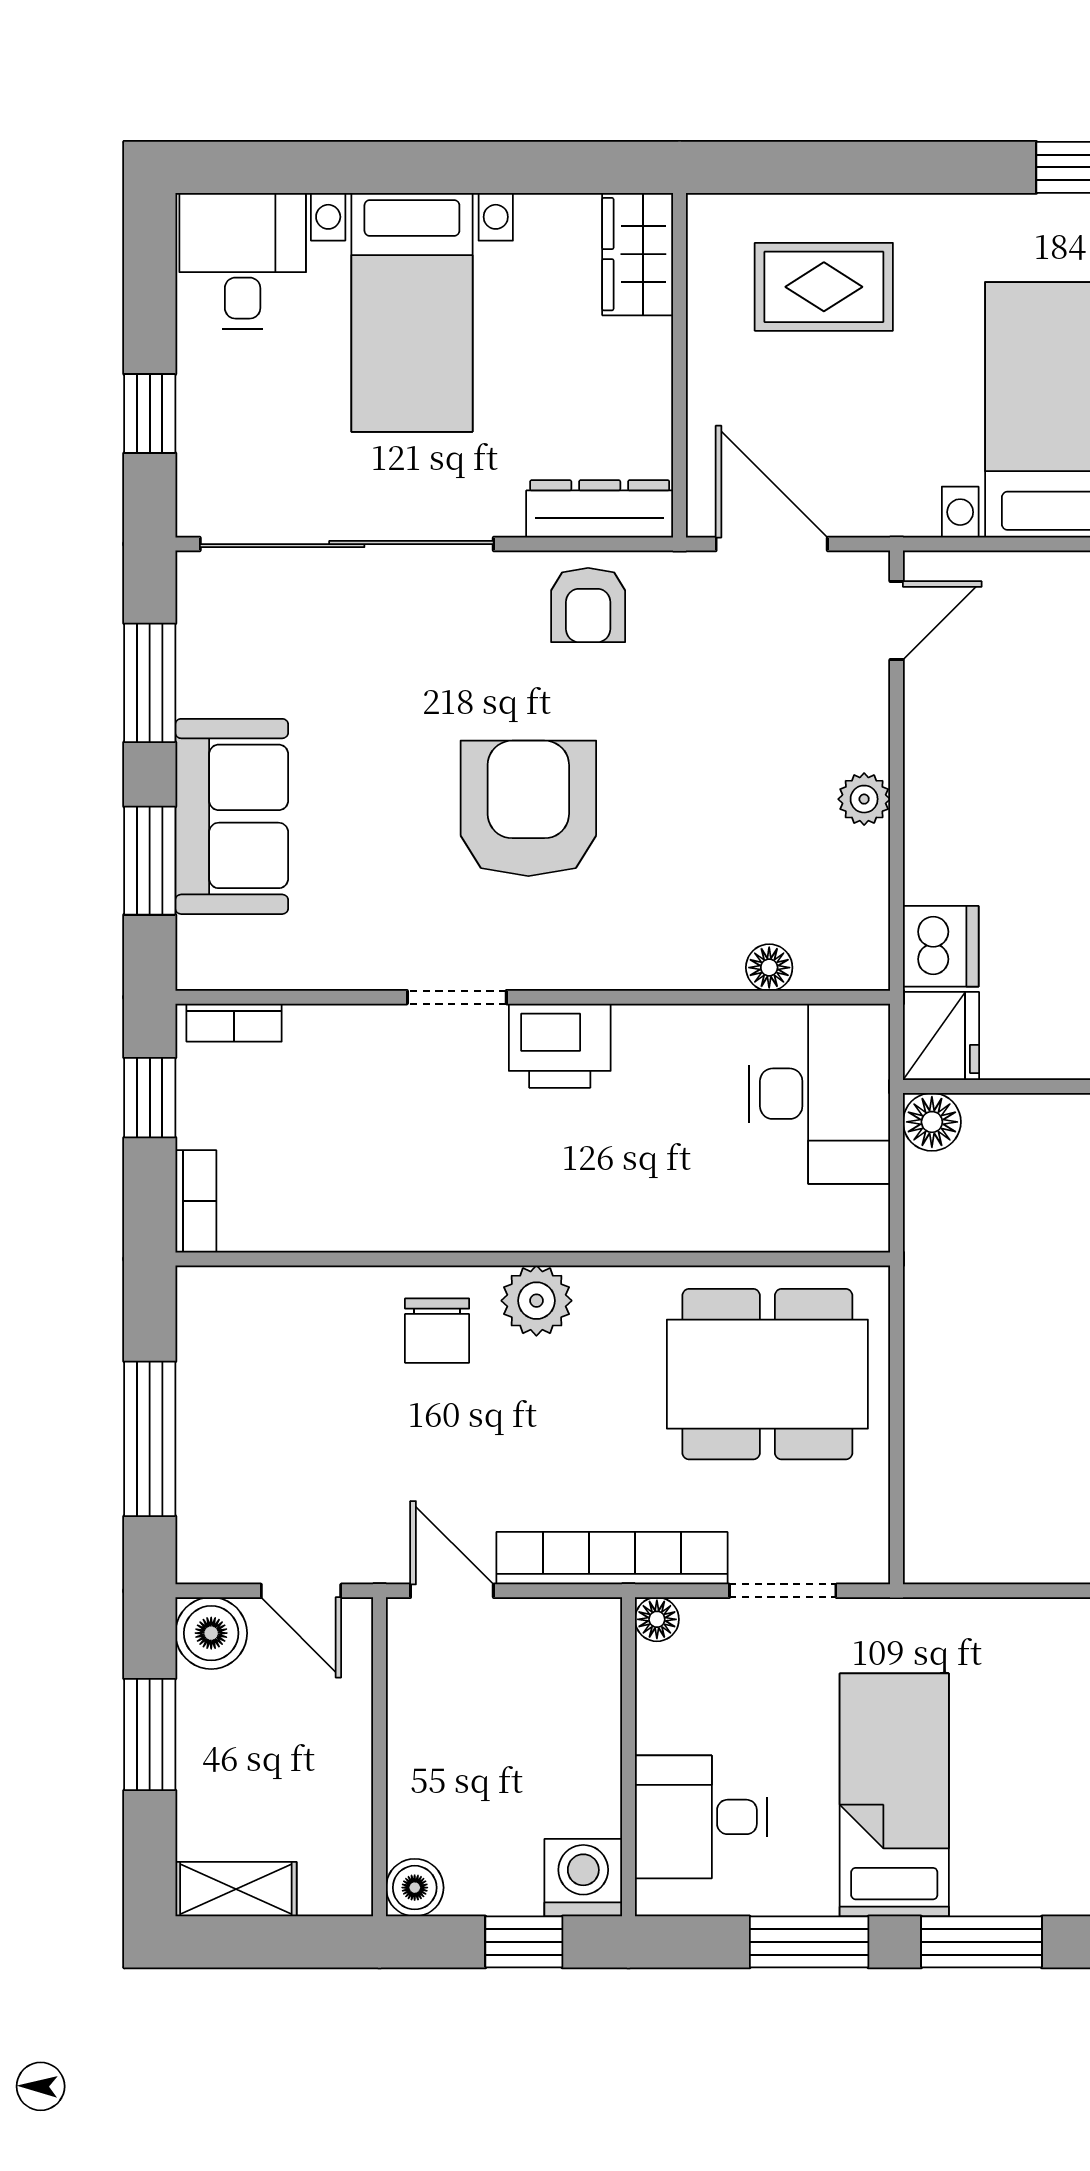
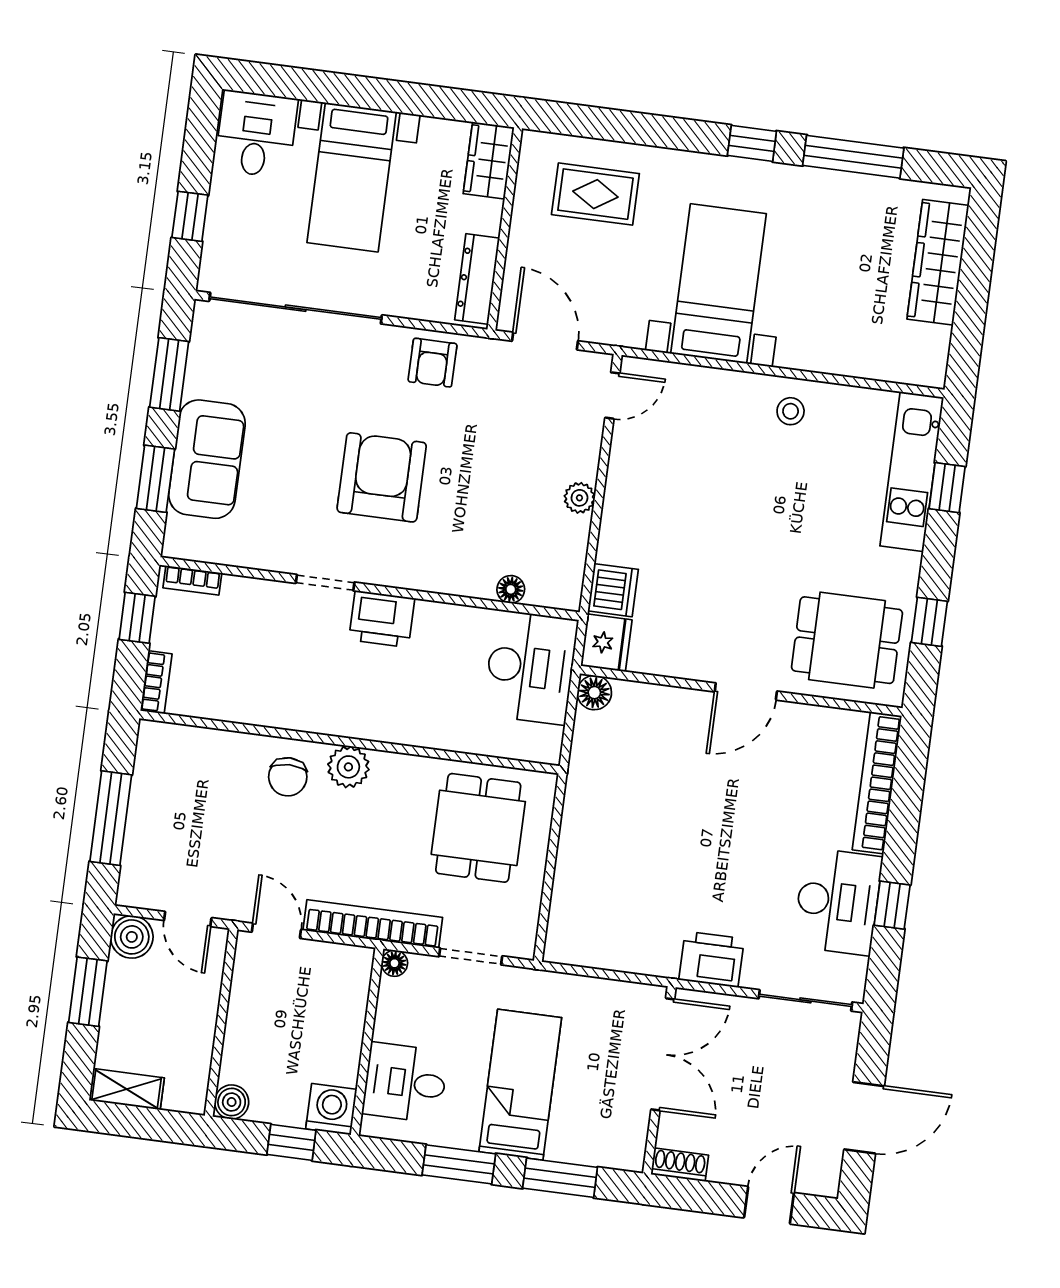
dresser: (600, 509) -> (477, 279), moved, turned -90
dining table: (767, 1374) -> (478, 828), width x0.73

